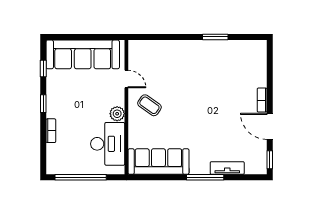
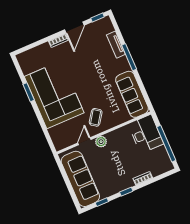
corner sofa: (199, 67) -> (54, 95), added
plant: (117, 114) -> (101, 142), moved
desk: (108, 144) -> (146, 134), moved, turned 90

